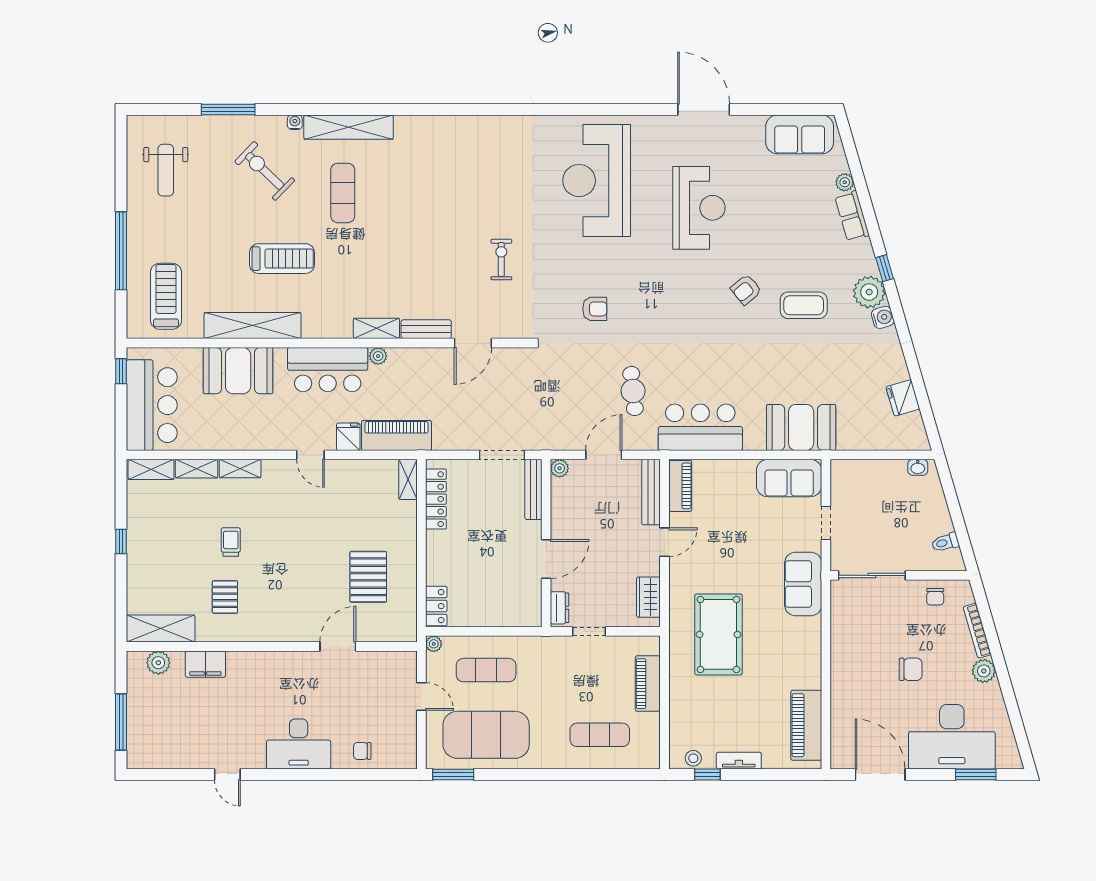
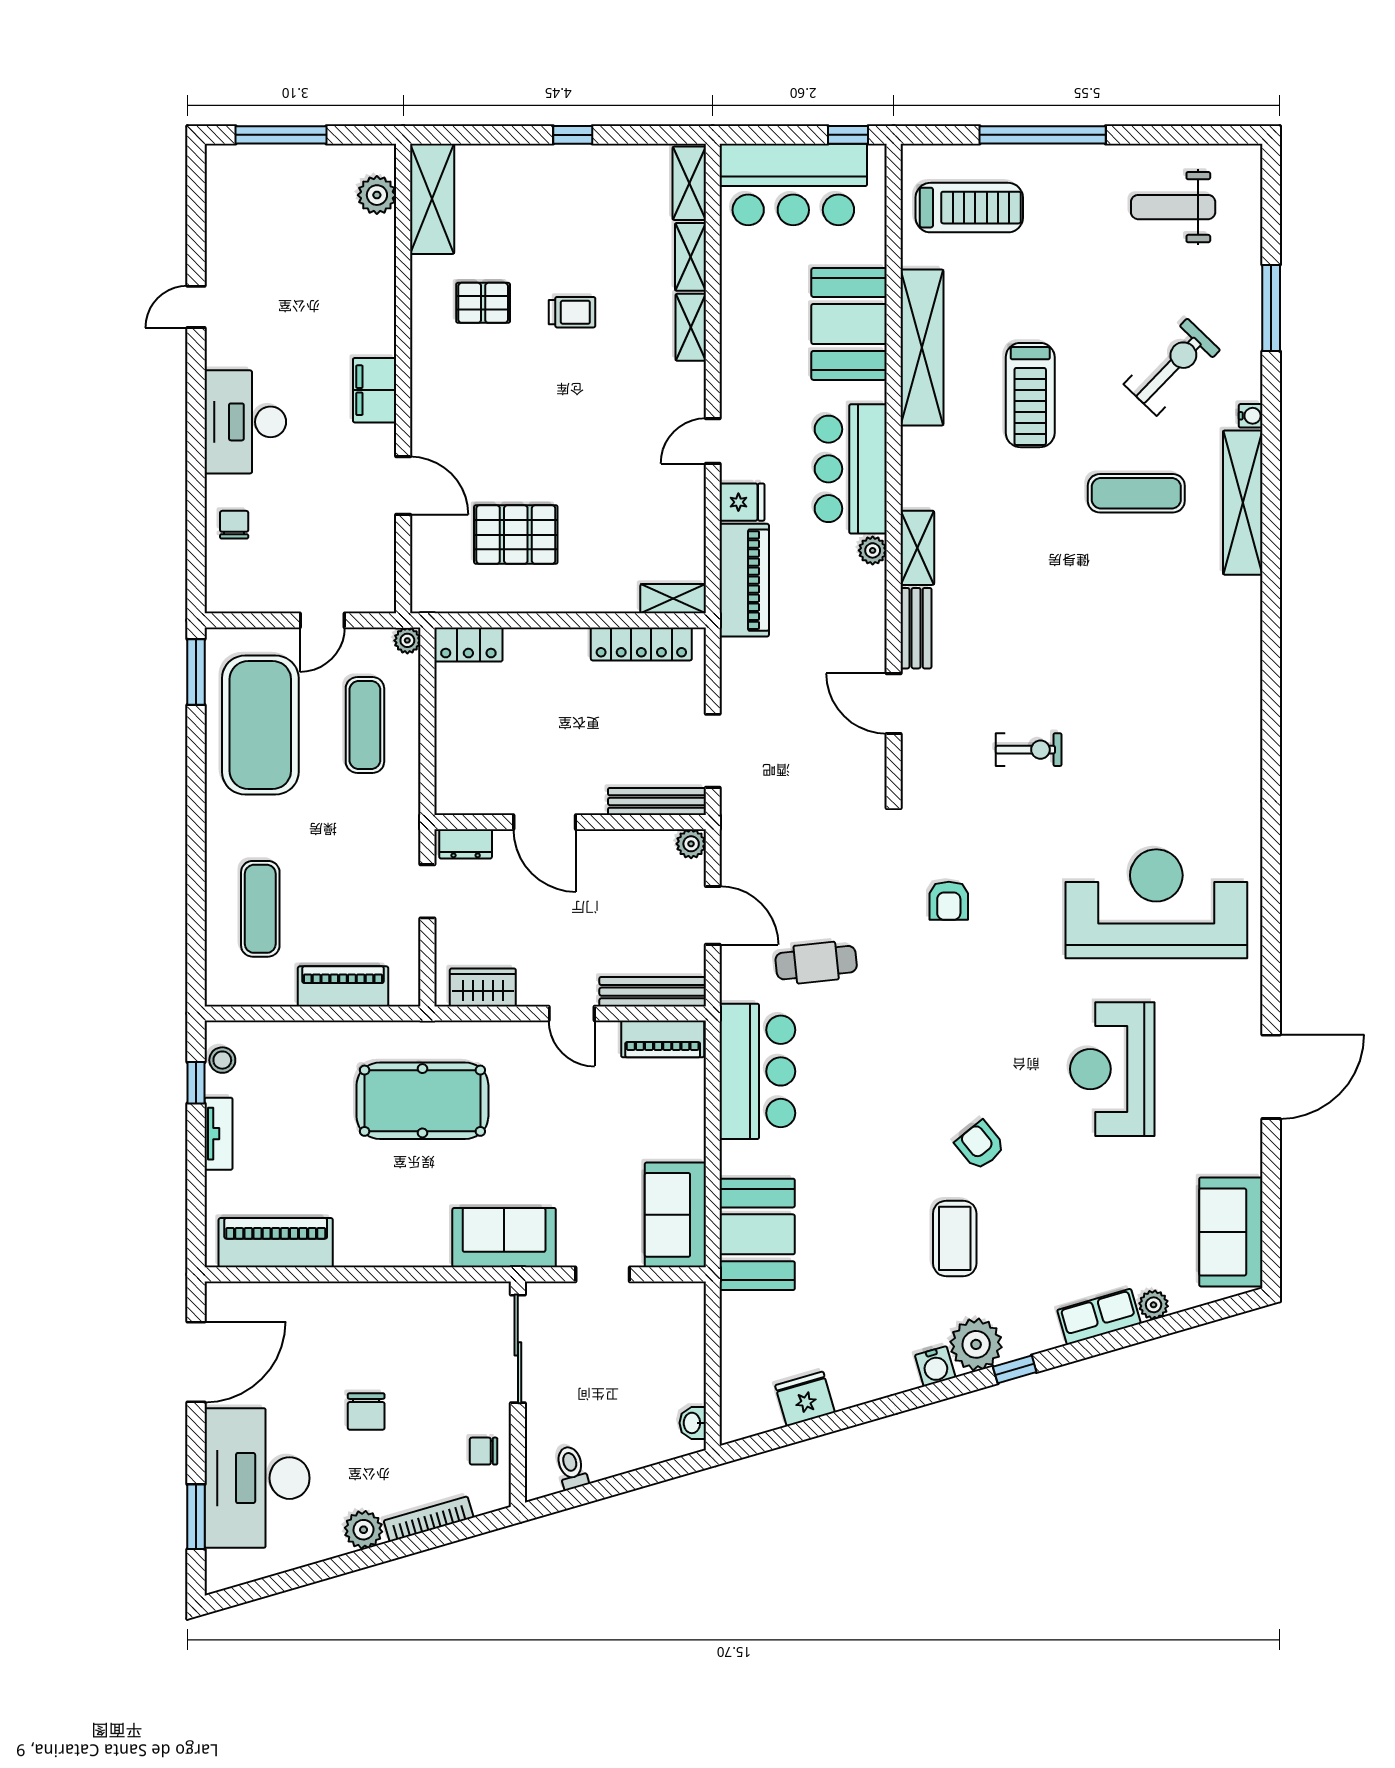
reception desk: (699, 208) -> (1112, 1069), turned 90
filing cabinet: (205, 664) -> (375, 390), moved

